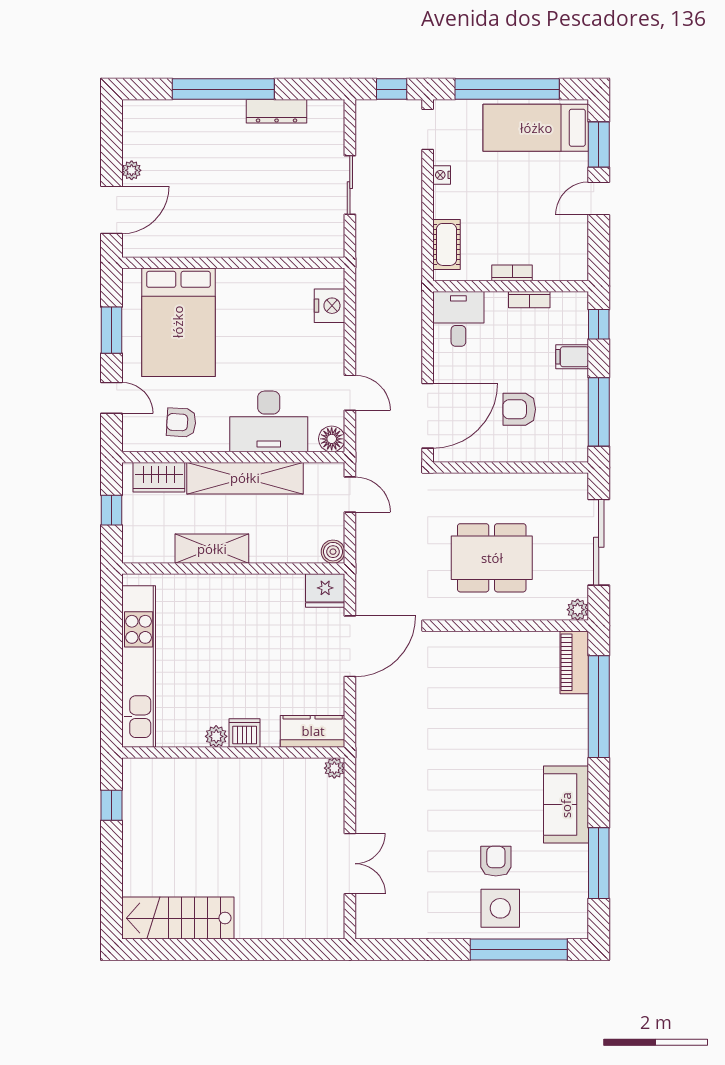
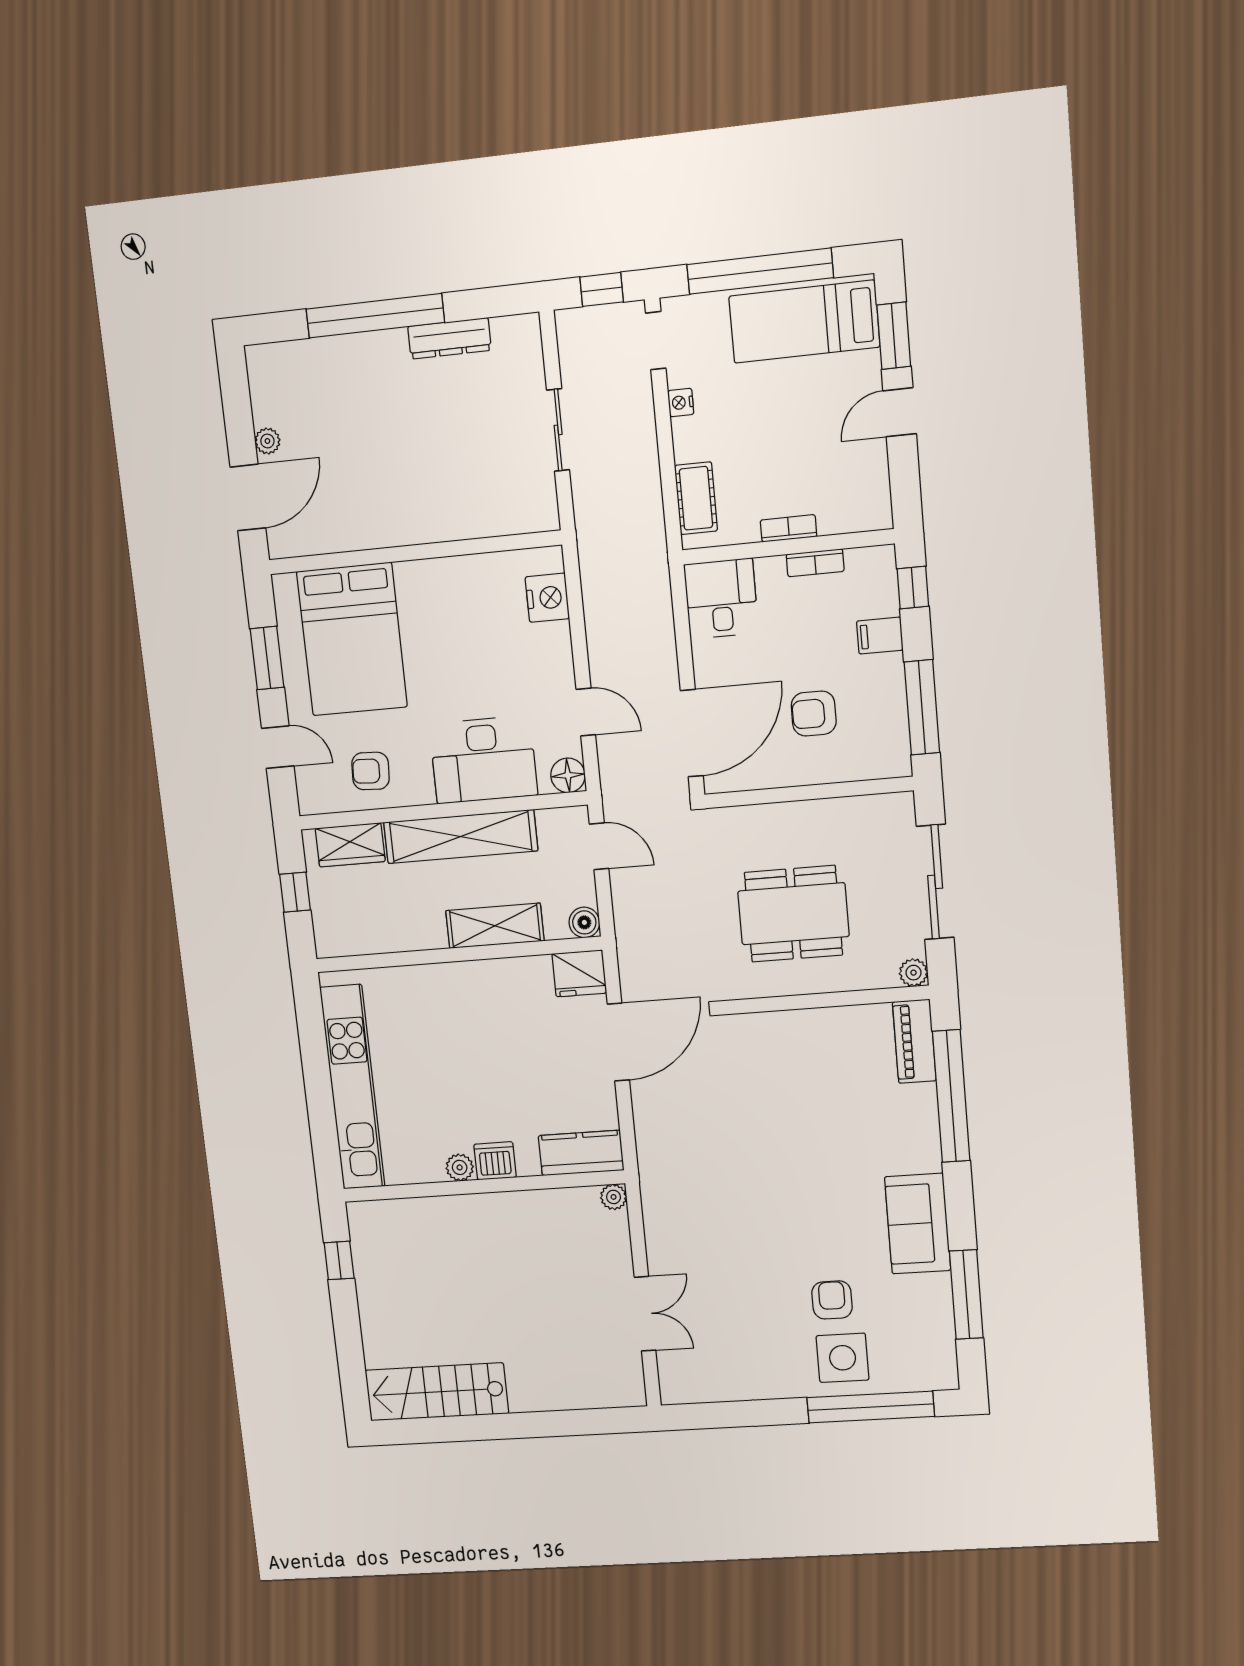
shelving: (212, 549) -> (495, 926), moved

